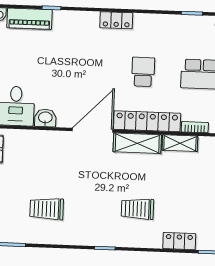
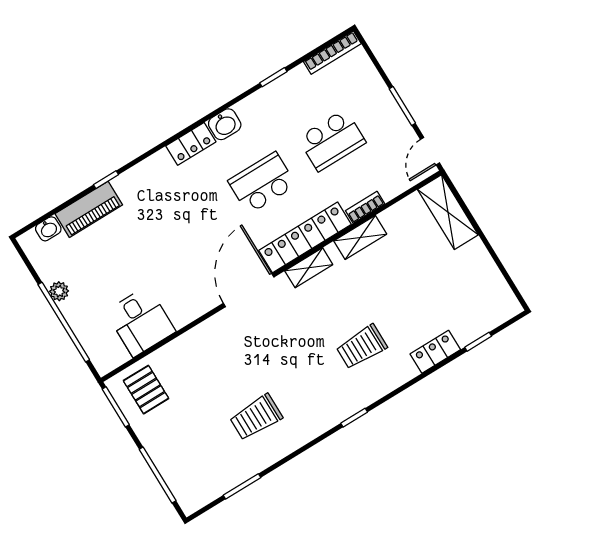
school desk: (143, 72) -> (262, 183), width x1.85
washbasin: (45, 118) -> (225, 124), moved, turned 180
shelving: (137, 143) -> (309, 268), width x0.67, depth x0.75

